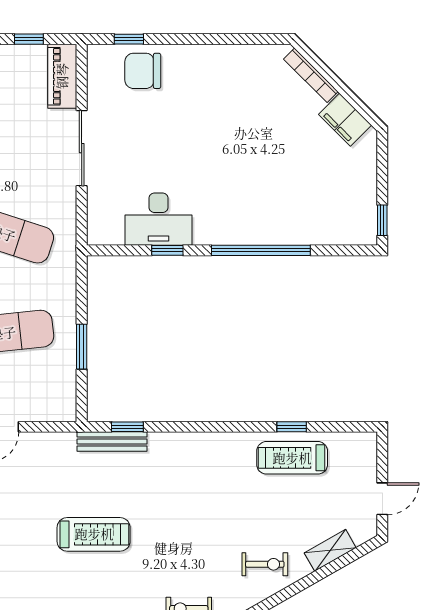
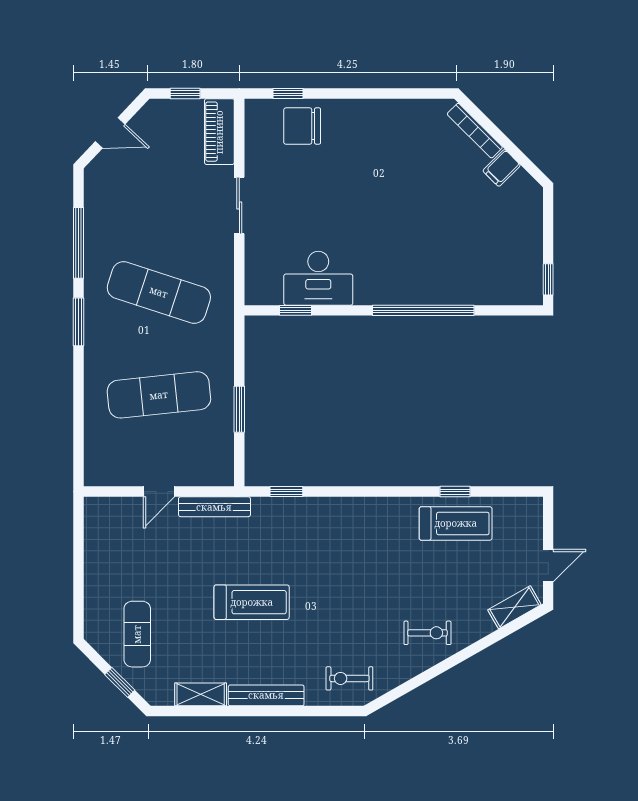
filing cabinet: (345, 120) -> (502, 168), width x0.50
sliding door: (82, 148) -> (239, 205), width x0.73
window: (167, 250) -> (296, 310), moved
bench: (112, 441) -> (214, 507), moved
treadmill: (292, 458) -> (456, 523), turned 180
shelving: (330, 550) -> (514, 607), moved

